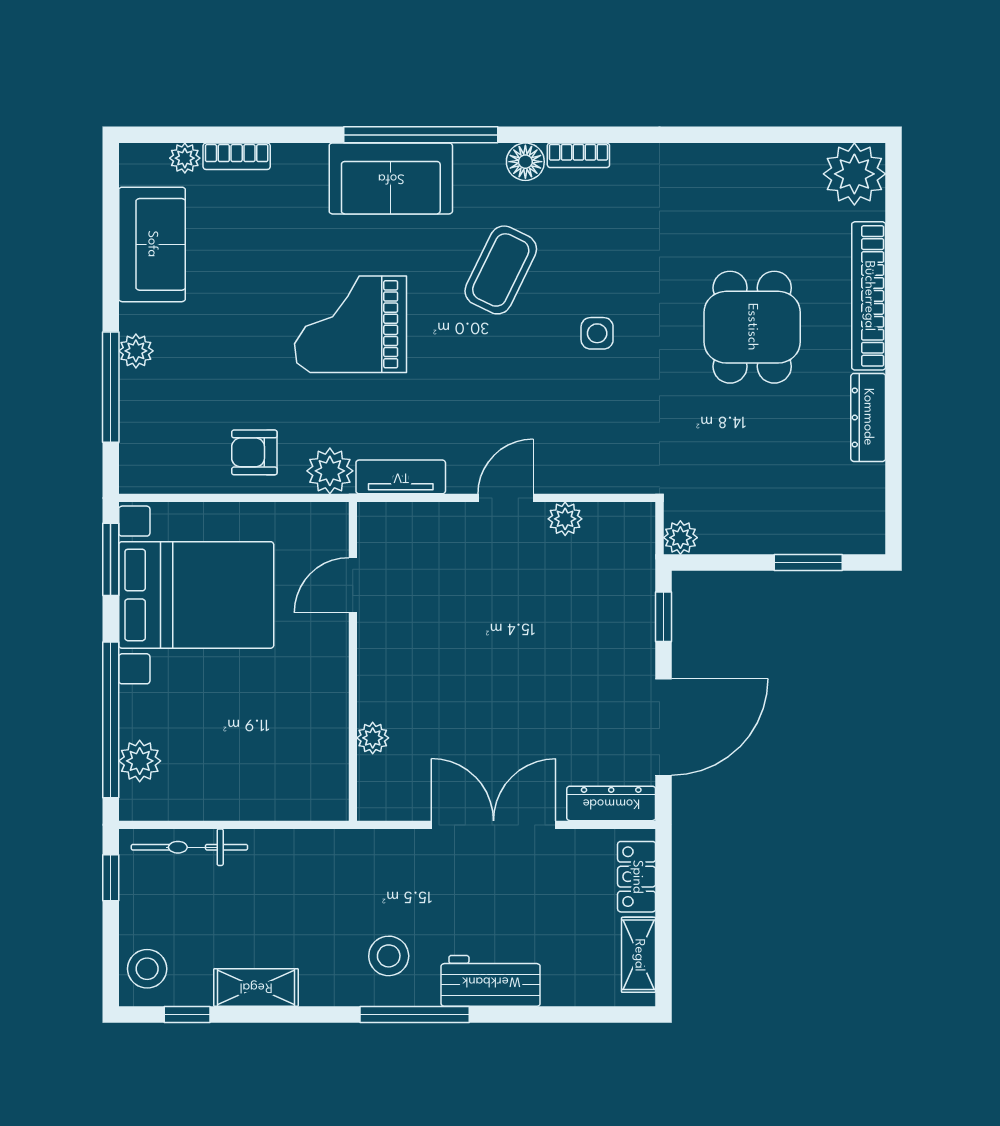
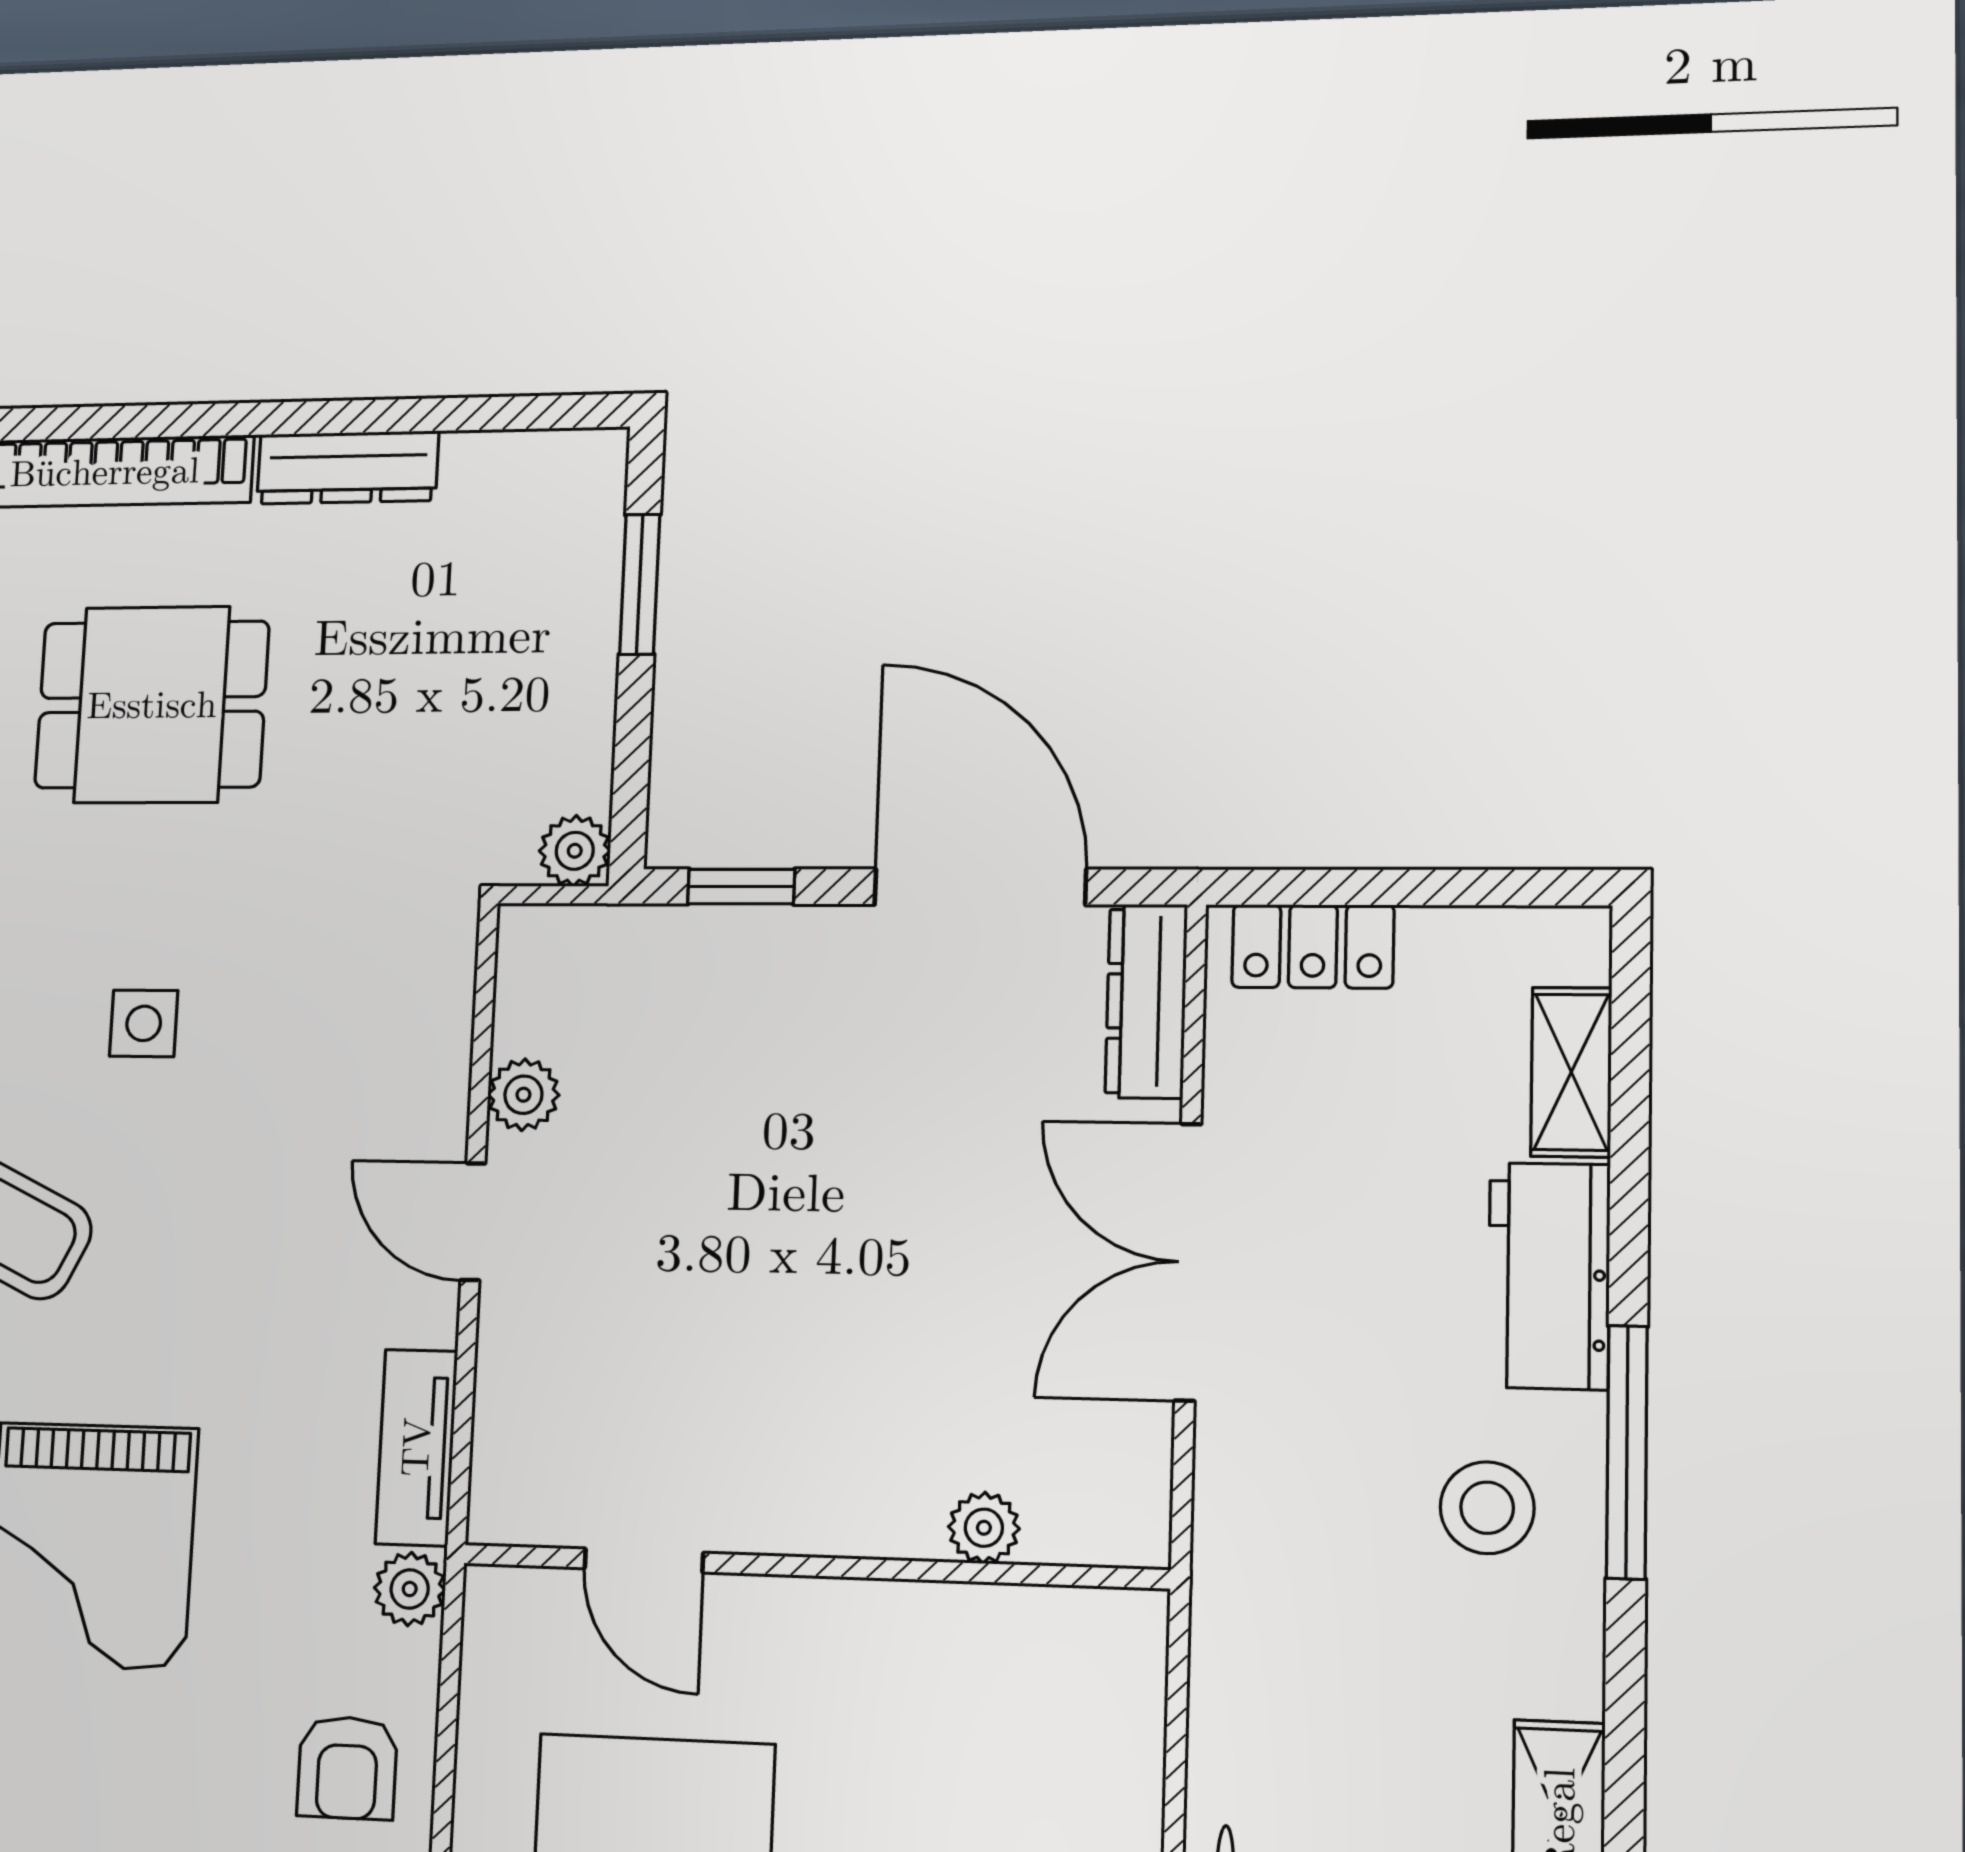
plant: (330, 471) -> (410, 1589), width x0.73, depth x0.73
shelving: (639, 955) -> (1571, 1072), moved, turned 90

